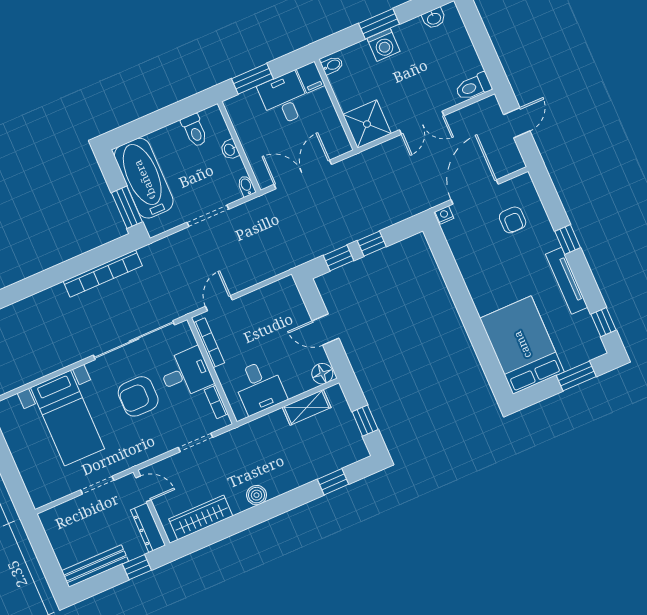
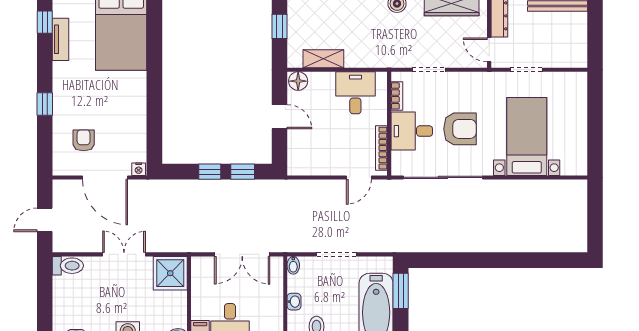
door: (475, 192) -> (105, 177), hinge flipped
bookcase: (103, 273) -> (445, 244), removed
tv unit: (567, 281) -> (61, 39), moved, width x0.71

